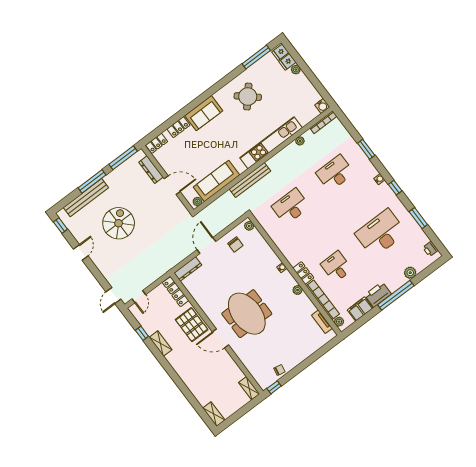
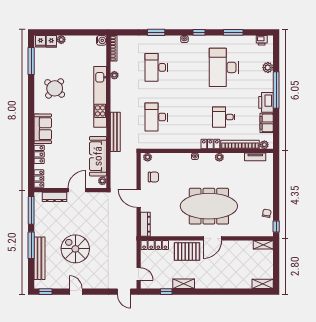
meeting table: (247, 314) -> (209, 206), width x1.36

